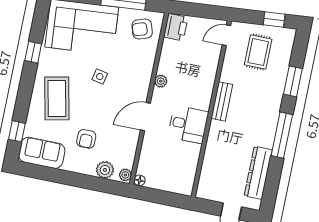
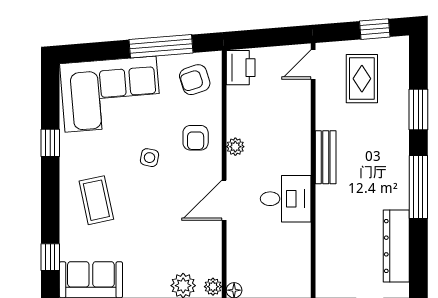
coffee table: (57, 98) -> (96, 200), width x0.73, depth x0.76
armchair: (86, 139) -> (196, 138), moved

